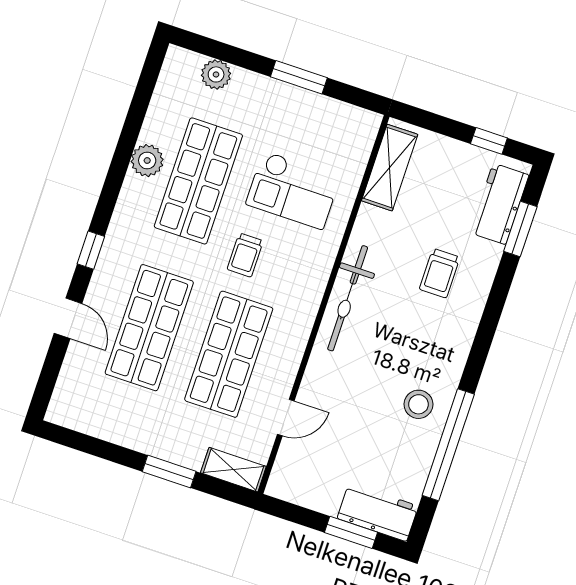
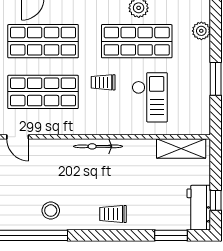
checkout: (293, 190) -> (150, 97), turned 180
workbench: (499, 204) -> (199, 208), moved, turned -90
trolley: (440, 273) -> (113, 214), moved
bicycle: (348, 298) -> (98, 146), width x0.73, depth x0.71

